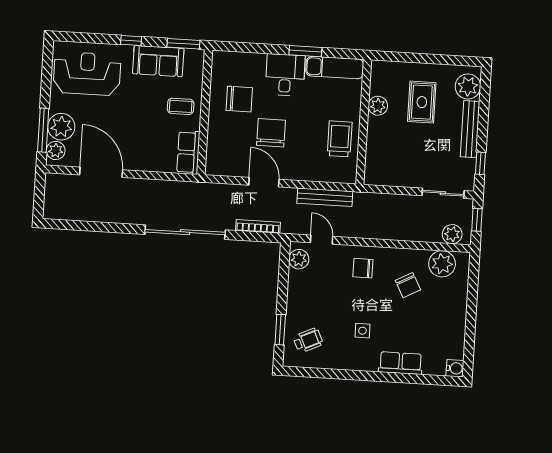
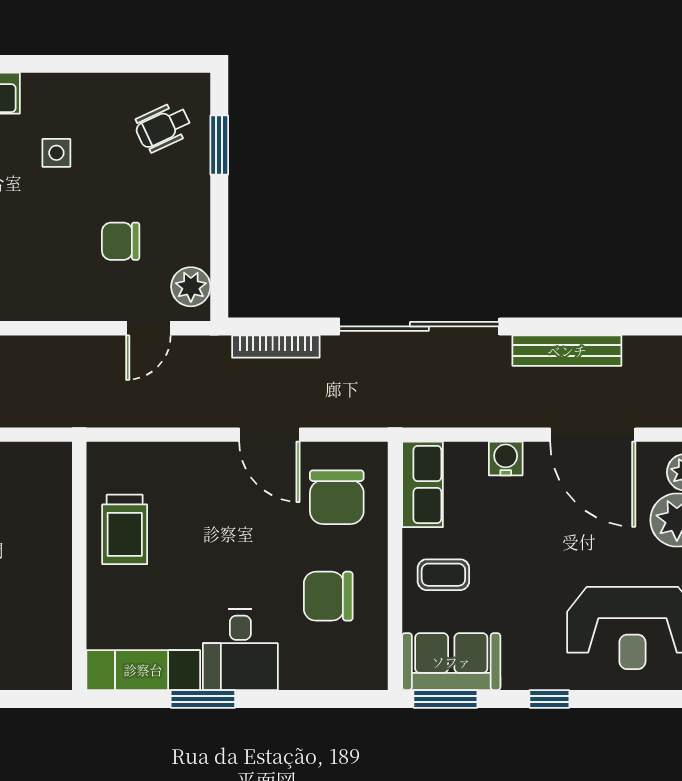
sofa: (158, 61) -> (451, 662), moved
plant: (378, 106) -> (53, 600), removed
chair: (271, 133) -> (337, 497), moved
water cooler: (146, 163) -> (506, 459), added
bench: (325, 197) -> (567, 351), moved
door: (322, 240) -> (148, 328), hinge flipped
chair: (363, 268) -> (121, 241), moved, turned 180

